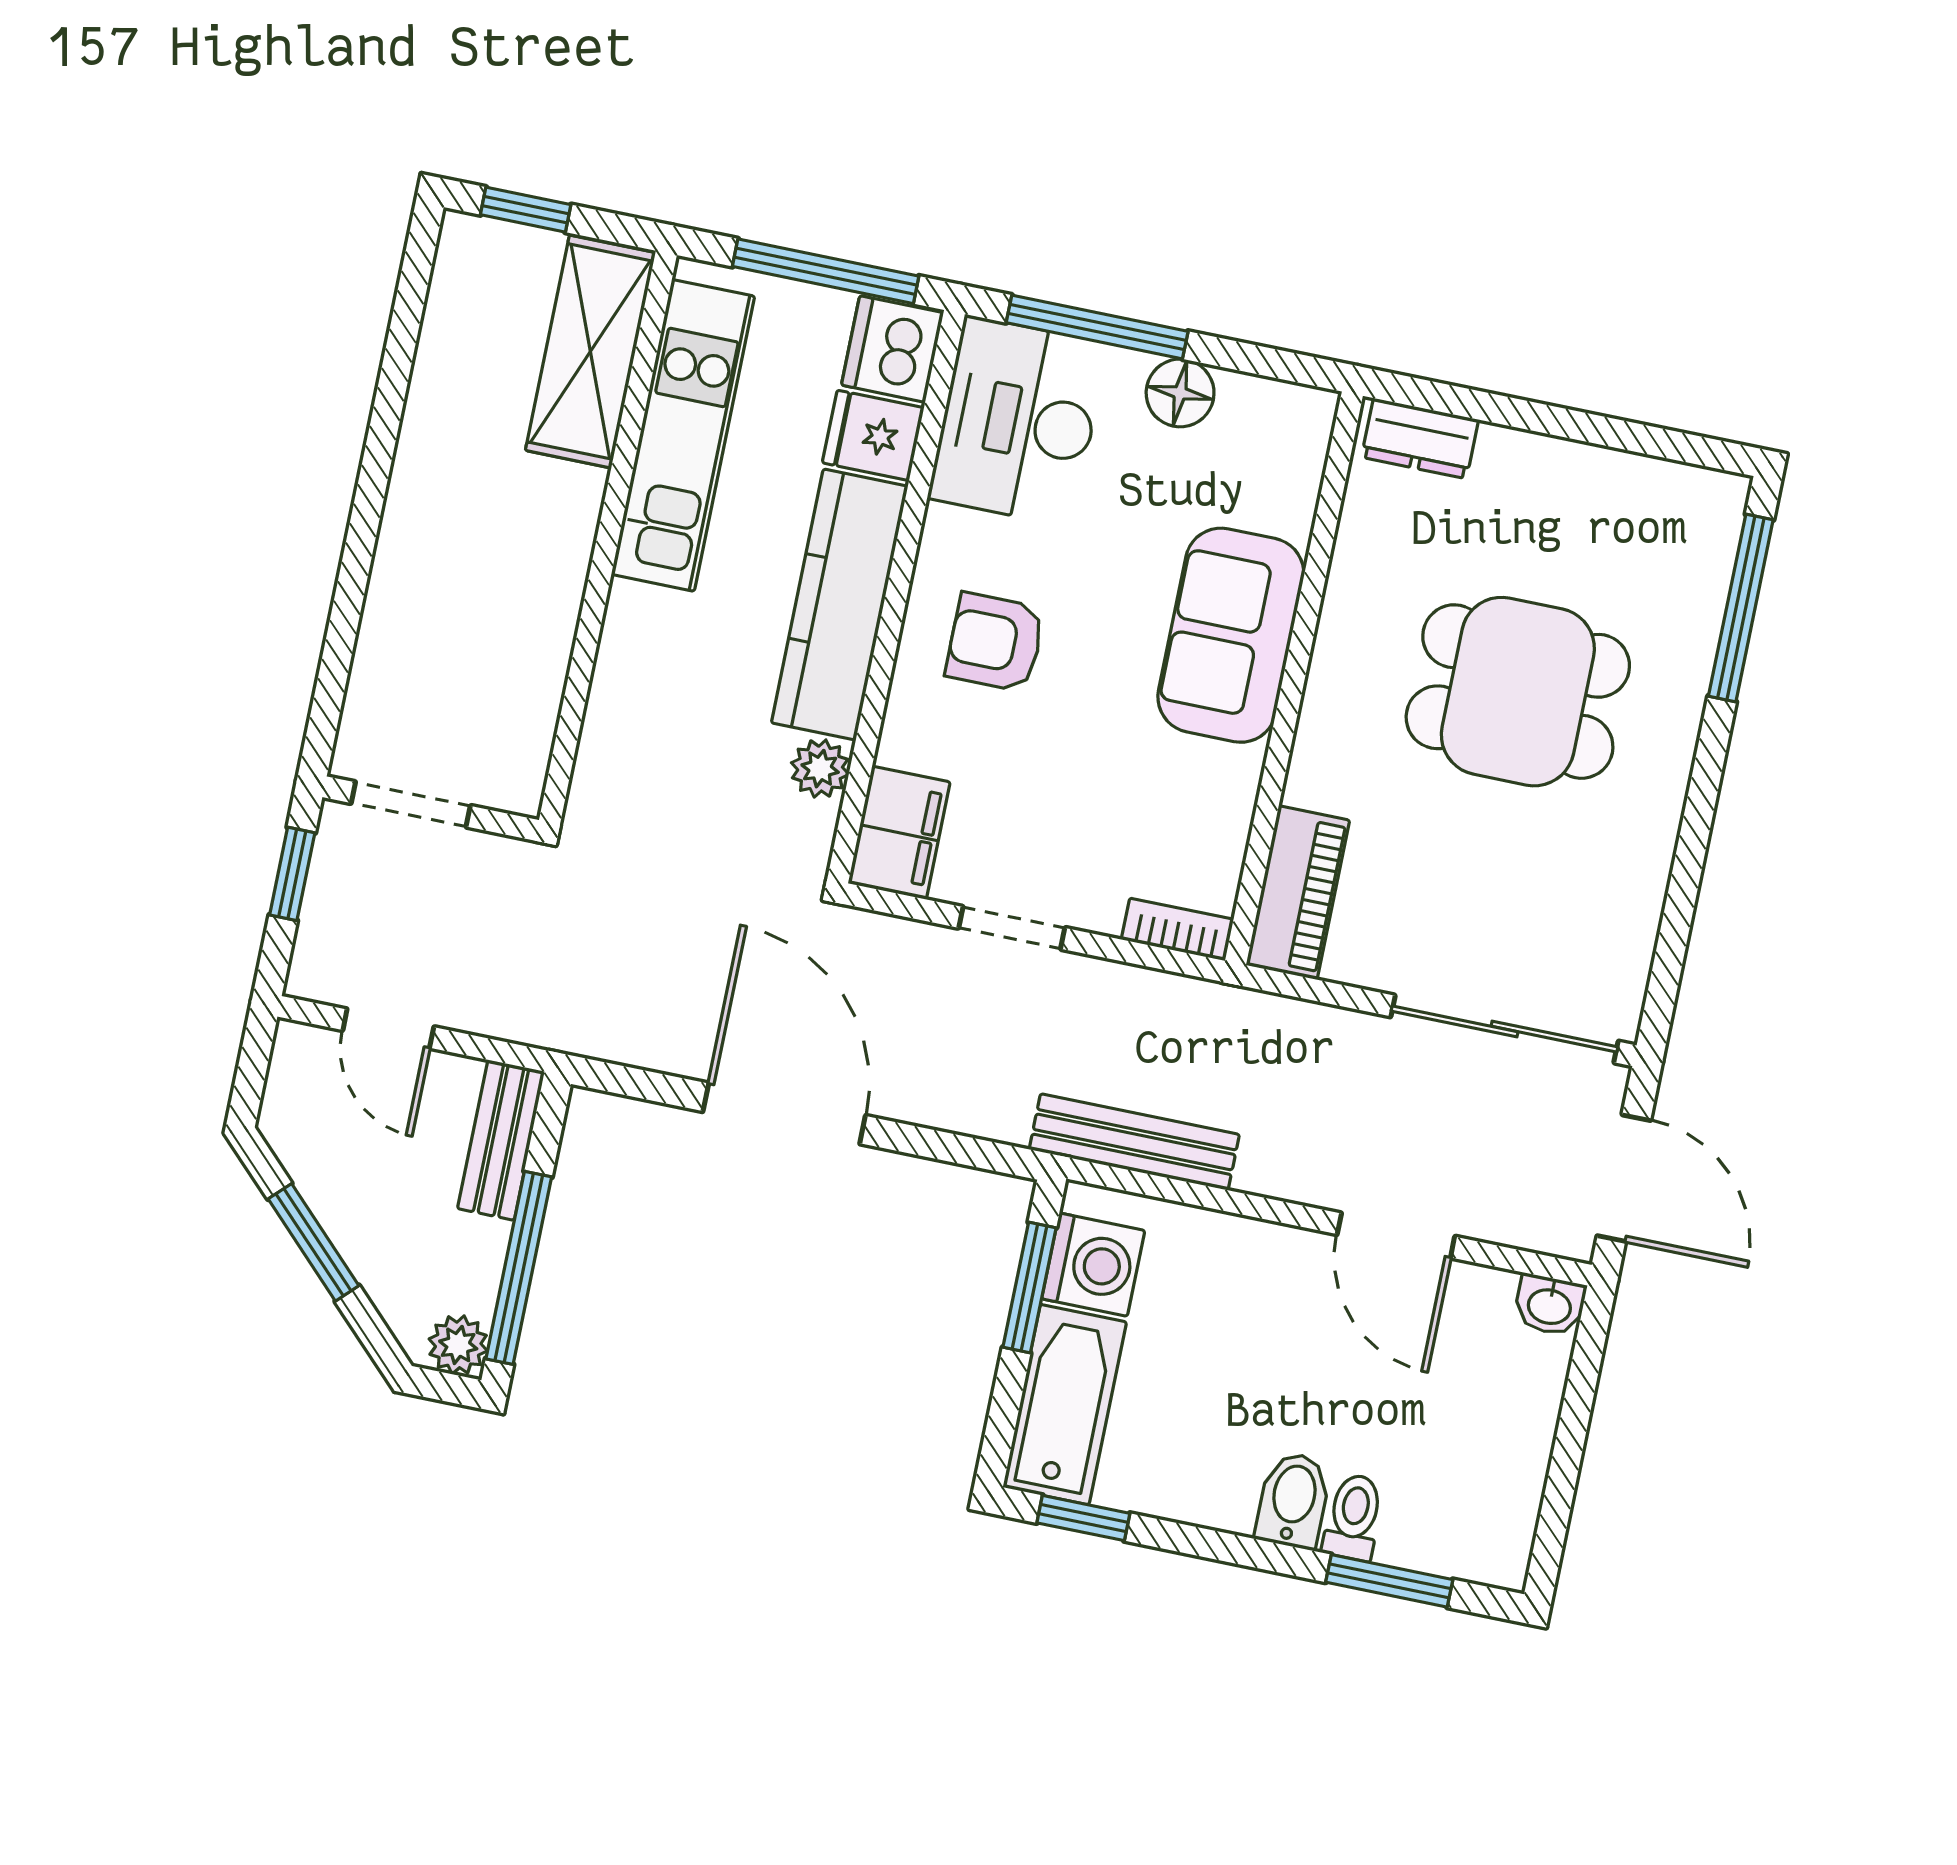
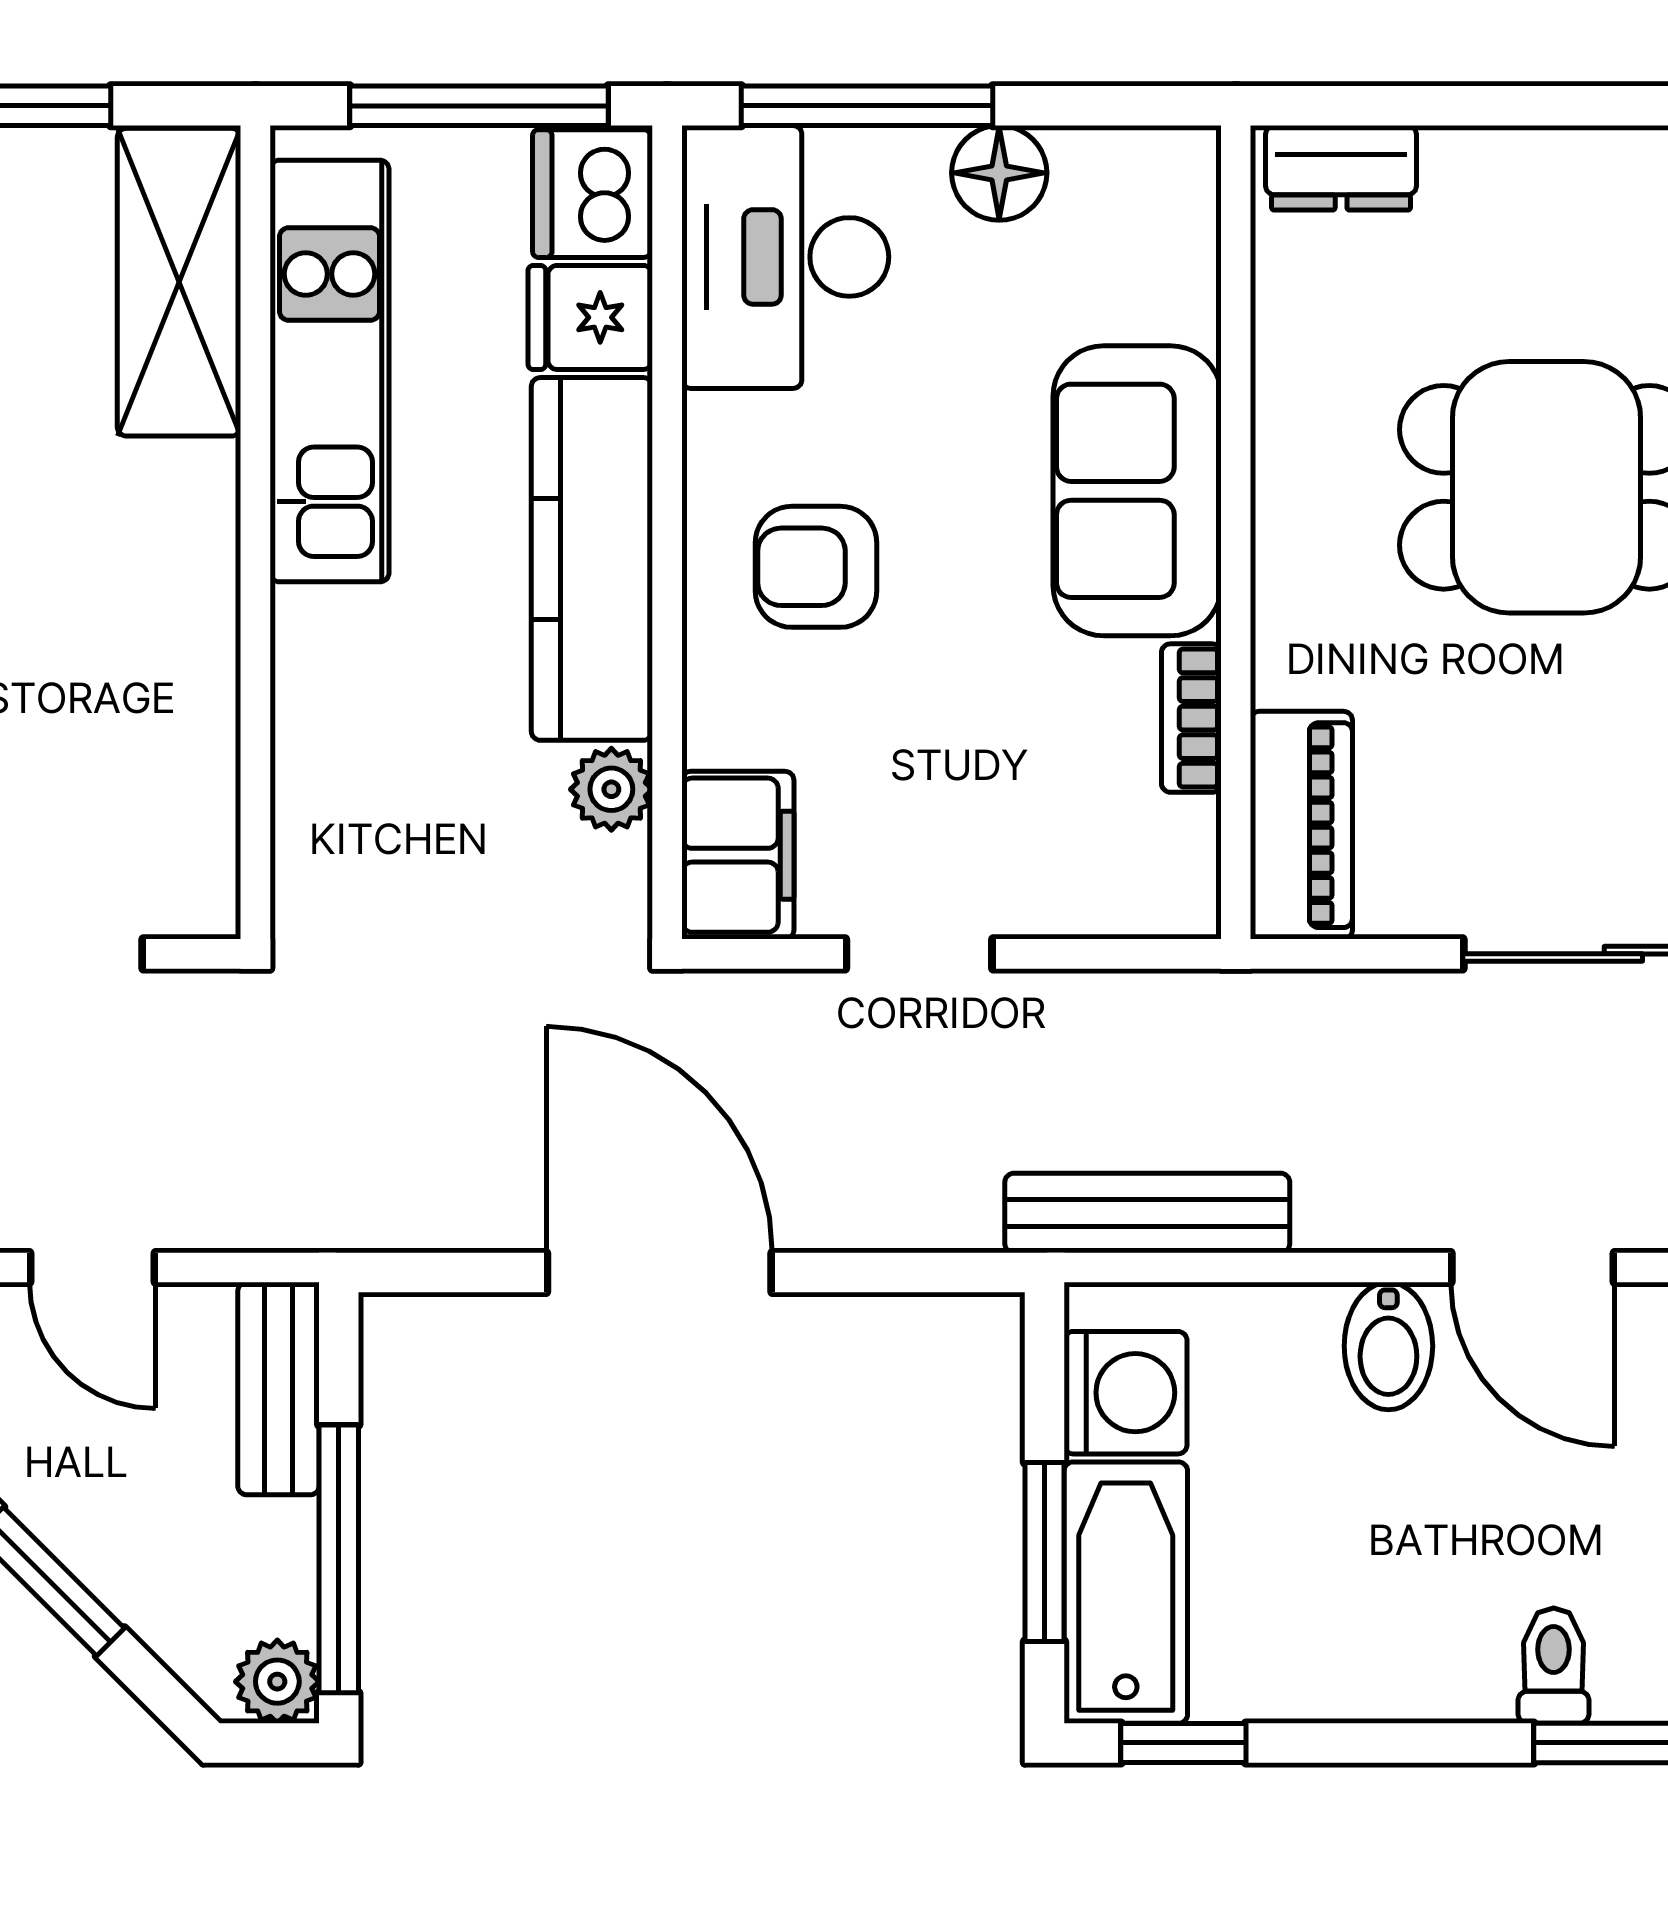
bookcase: (1177, 929) -> (1191, 718), moved, turned -90
window: (1029, 1287) -> (1045, 1552), moved
bidet: (1293, 1500) -> (1388, 1346), moved, turned 180

